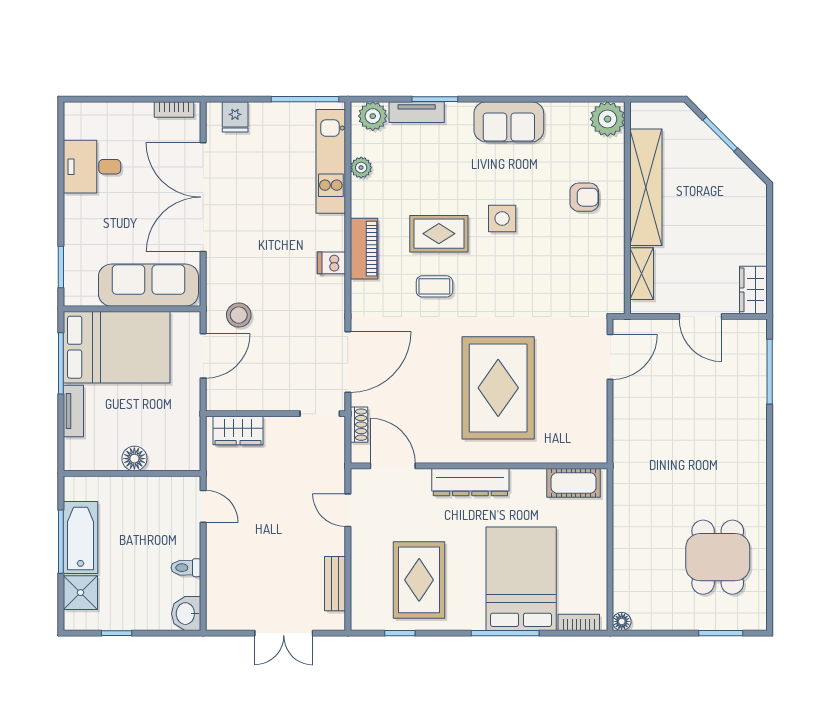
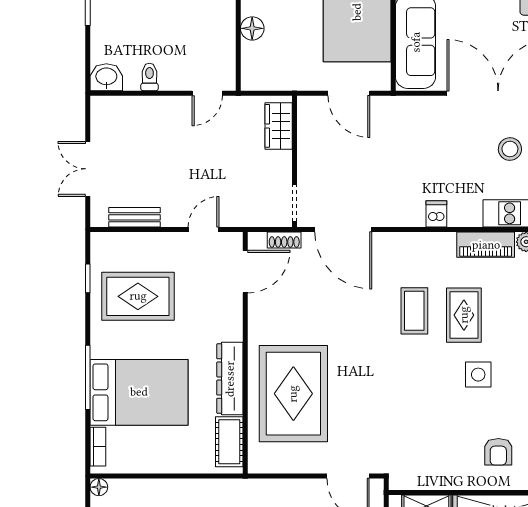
piano: (364, 249) -> (486, 245), moved
coffee table: (434, 286) -> (414, 311), width x1.36, depth x1.30
stool: (239, 315) -> (510, 149), moved
rug: (498, 388) -> (293, 394), moved, turned 90
dresser: (470, 482) -> (230, 379), moved

